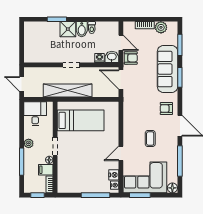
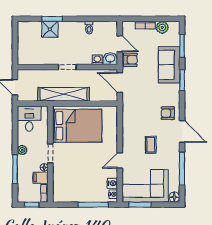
shower: (68, 29) -> (50, 29), moved
bidet: (82, 29) -> (78, 29), removed
sofa: (168, 69) -> (169, 65), width x0.73
bed: (81, 120) -> (77, 126), width x1.50

